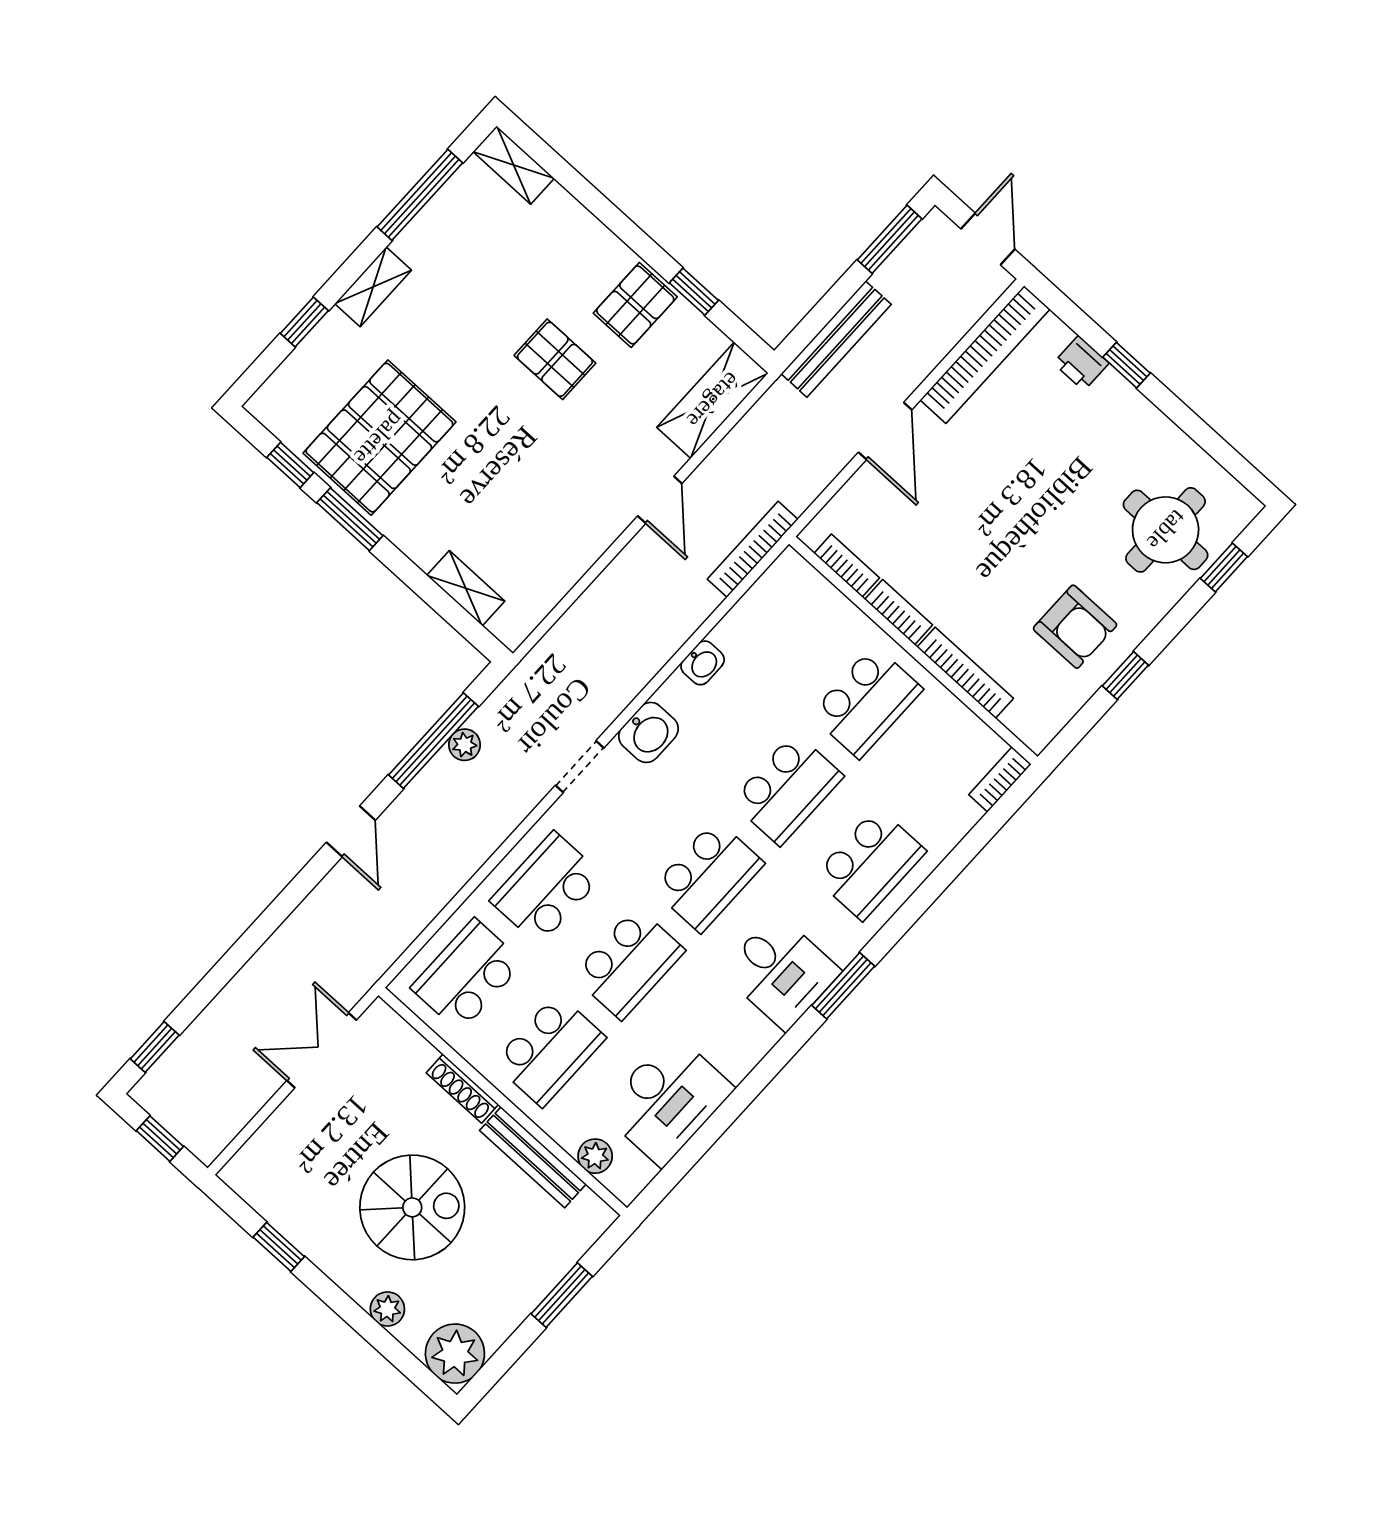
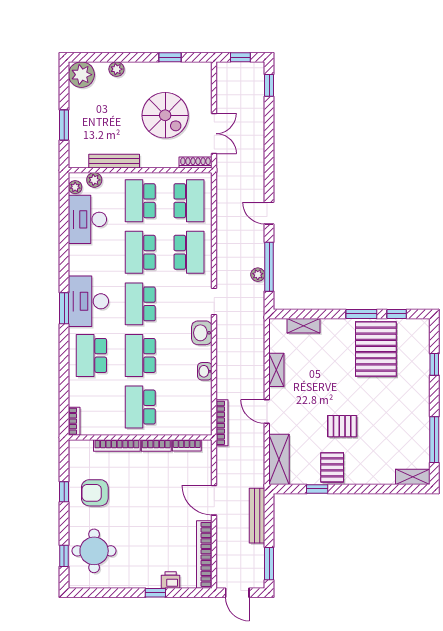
shelving: (373, 287) -> (276, 370), moved
desk: (781, 972) -> (88, 301), width x1.37
shoe rack: (462, 1089) -> (195, 163), moved
plant: (639, 1173) -> (75, 187), added
spiral stairs: (412, 1207) -> (165, 115), moved, turned -90

